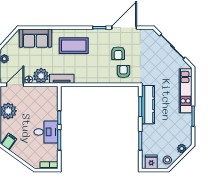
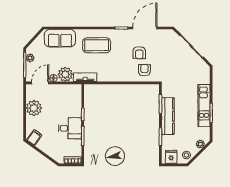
kitchen unit: (186, 91) -> (204, 106), moved
kitchen counter: (148, 105) -> (168, 116), moved

